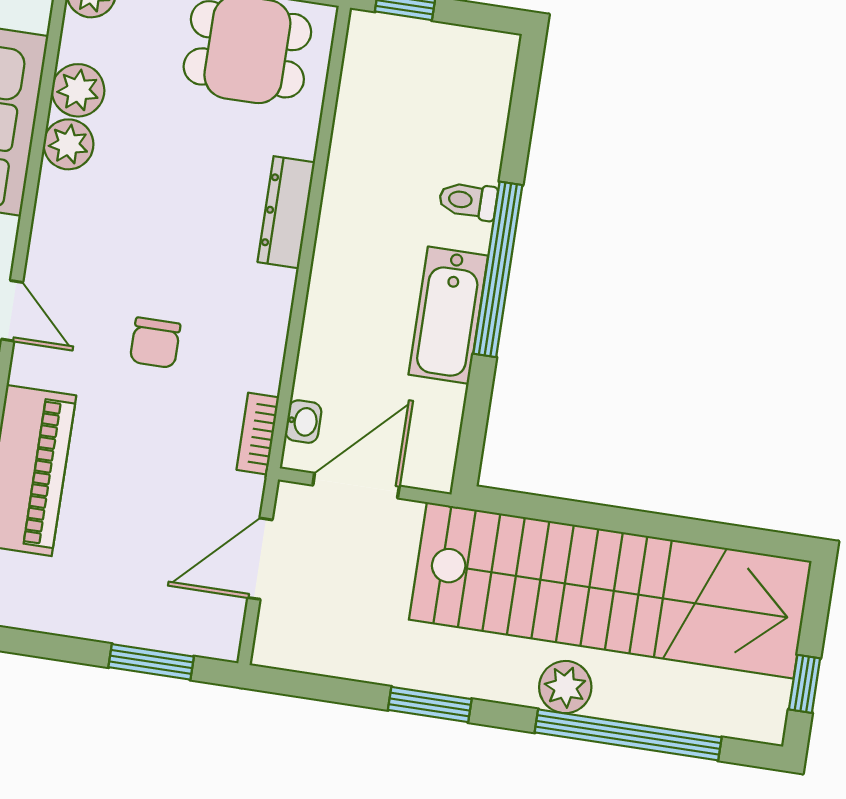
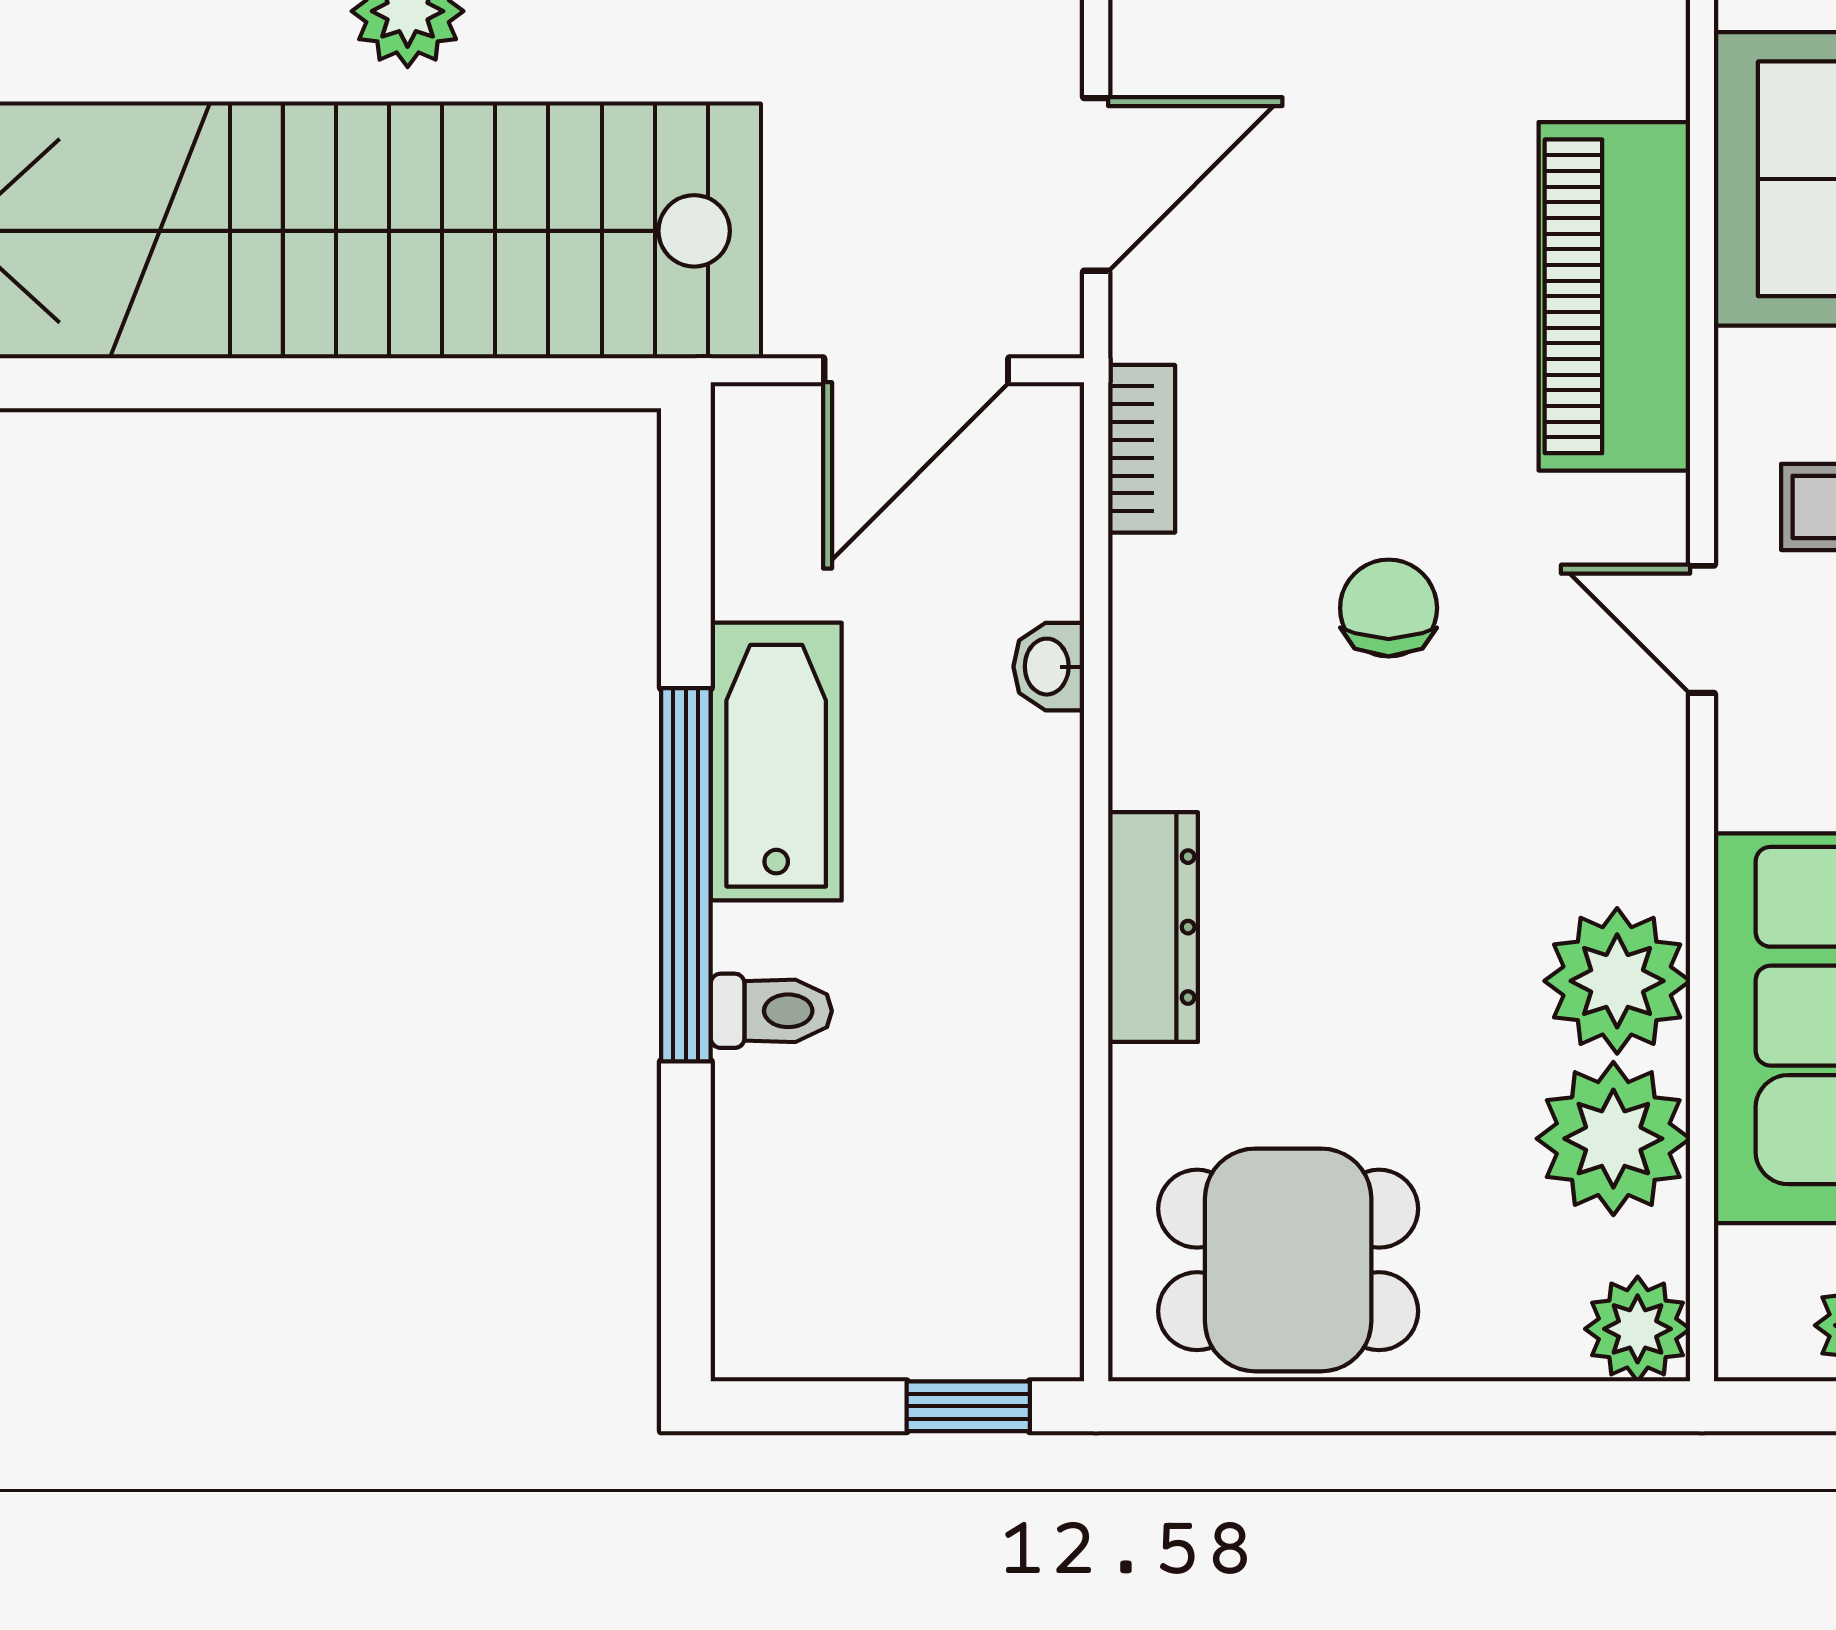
plant: (78, 90) -> (1613, 1139), width x1.36, depth x1.36
plant: (68, 144) -> (1617, 981), width x1.36, depth x1.36
washbasin: (303, 422) -> (1049, 667), moved

